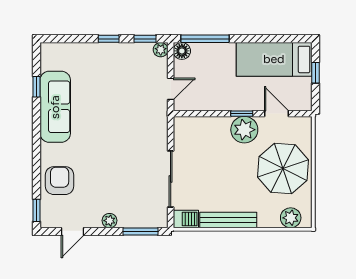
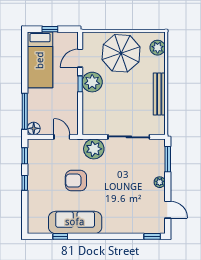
plant: (161, 50) -> (94, 149), moved, width x1.87, depth x1.87
armchair: (60, 181) -> (76, 181), moved
barbecue: (186, 219) -> (158, 125), removed

